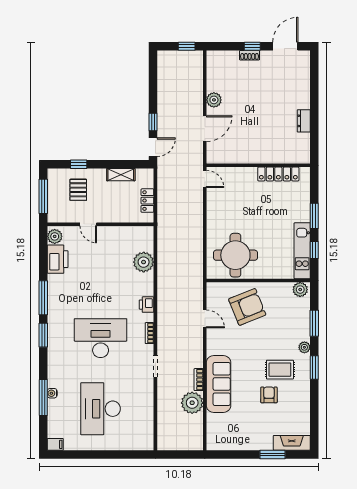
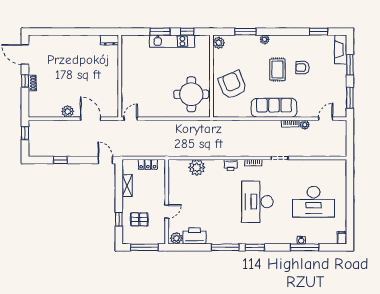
dresser: (304, 121) -> (109, 40), moved
window: (153, 122) -> (60, 160), moved
locker: (278, 174) -> (127, 60), removed
kitchen unit: (302, 251) -> (172, 41), moved
door: (205, 319) -> (326, 119), moved
window: (314, 367) -> (319, 32), moved
rug: (280, 370) -> (277, 70), moved
sofa: (219, 384) -> (274, 108), moved
plant: (192, 403) -> (305, 125), width x0.53, depth x0.53
window: (231, 454) -> (350, 98), added

